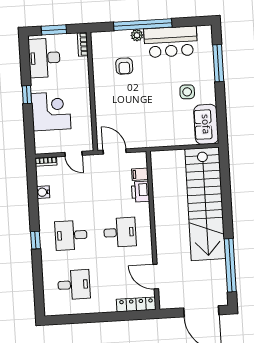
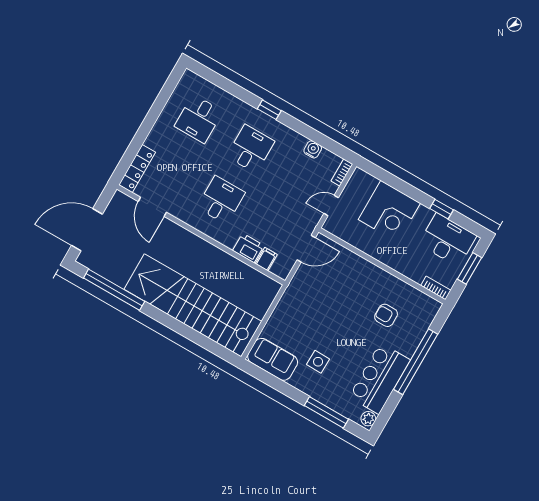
plant: (137, 35) -> (368, 419), moved
window: (27, 95) -> (441, 209), moved
desk: (120, 232) -> (221, 200), turned 180
door: (156, 277) -> (152, 207), swing flipped

